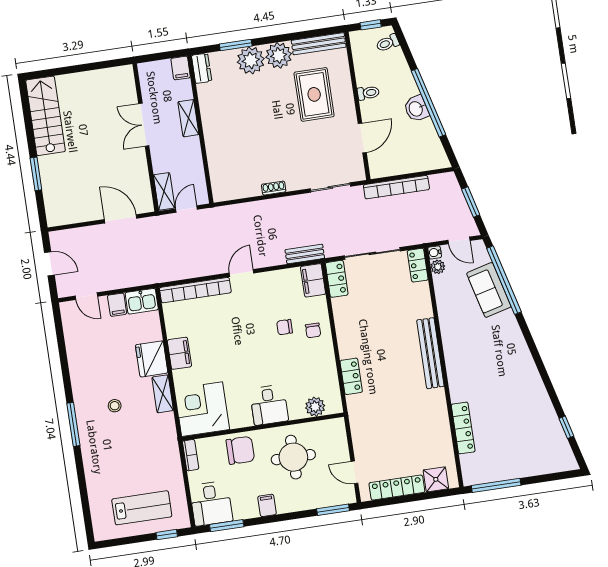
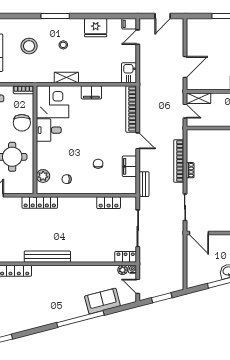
door: (362, 138) -> (199, 233), moved
bookcase: (396, 187) -> (179, 161), moved
door: (459, 240) -> (138, 286), hinge flipped
locker: (337, 279) -> (109, 203), moved
filing cabinet: (313, 280) -> (129, 166), moved, turned -90
window: (504, 280) -> (80, 319), moved
filing cabinet: (117, 305) -> (129, 24), moved
chair: (313, 330) -> (67, 179), moved
bench: (430, 353) -> (47, 257), moved
fridge: (152, 359) -> (96, 28), moved, turned 180
locker: (351, 376) -> (40, 203), moved, width x1.53
desk: (269, 405) -> (49, 130), moved
stool: (124, 457) -> (29, 46), added

